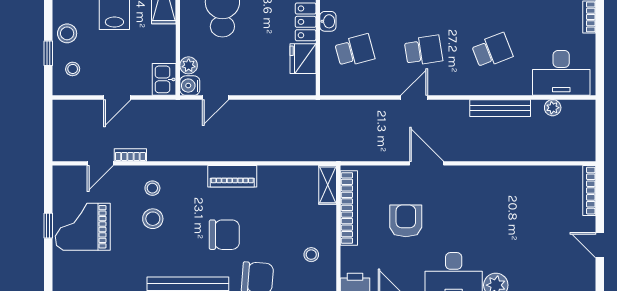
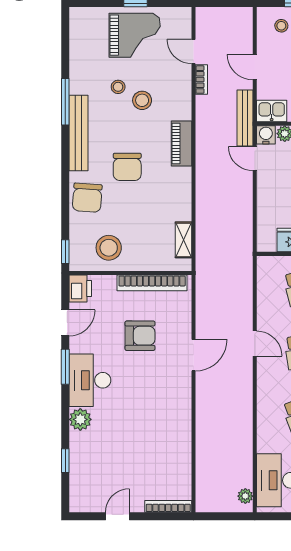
bench: (500, 108) -> (245, 118), moved
plant: (553, 108) -> (245, 496), moved
piano: (232, 176) -> (181, 144), moved
shelving: (328, 185) -> (183, 240), moved, turned 90
stool: (152, 188) -> (118, 87), moved
grand piano: (83, 227) -> (135, 35), turned 90
stool: (311, 255) -> (109, 248), width x1.89, depth x1.89

